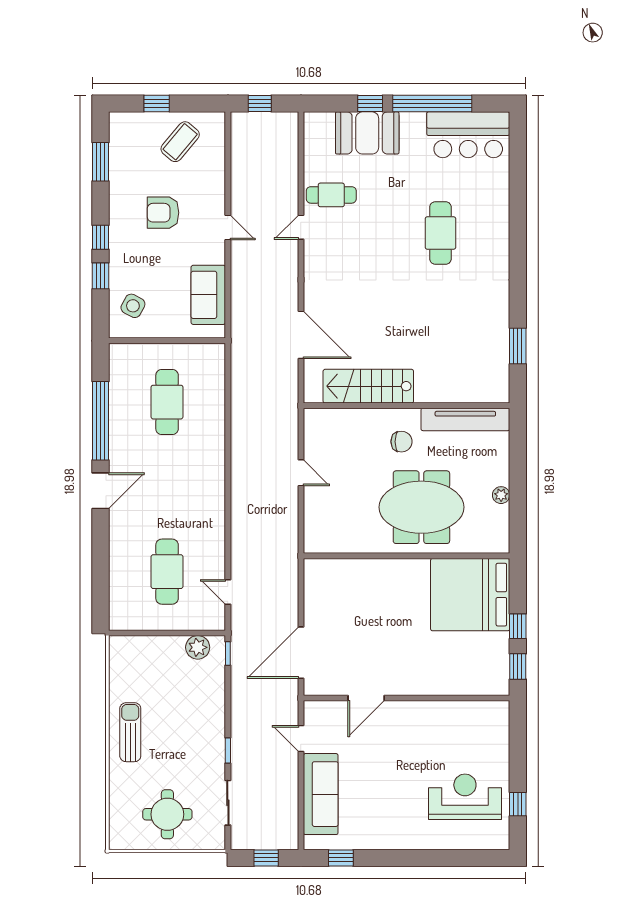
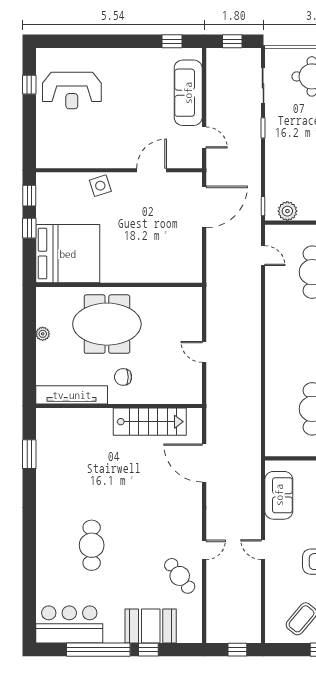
cafe table: (331, 195) -> (180, 576), turned 53
side table: (430, 679) -> (100, 186), added

